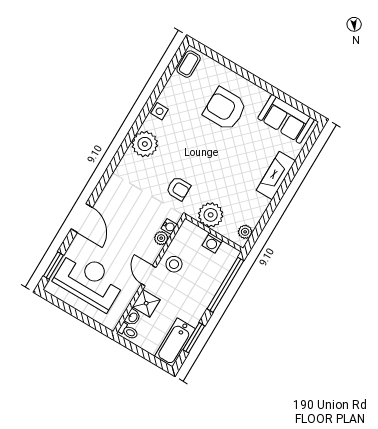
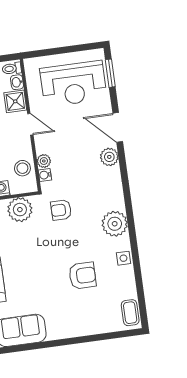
armchair: (225, 109) -> (82, 276), moved, width x0.73, depth x0.73
plant: (107, 200) -> (109, 157), added
stool: (174, 264) -> (22, 168), moved

